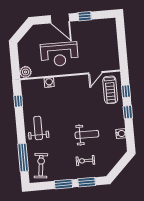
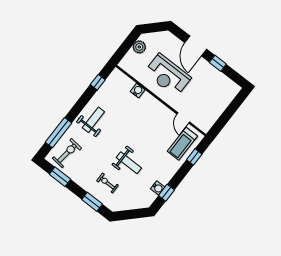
plant: (26, 72) -> (139, 47), moved
door: (95, 73) -> (183, 118), hinge flipped
window: (128, 112) -> (166, 193), moved
window: (63, 184) -> (60, 177), moved

